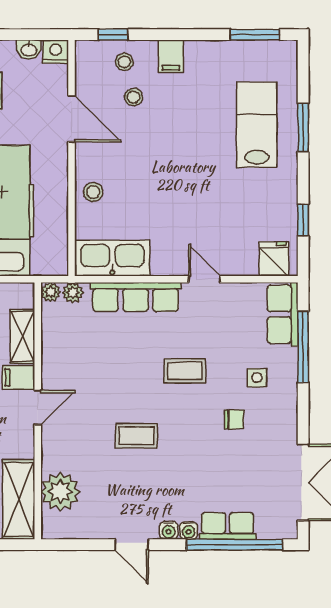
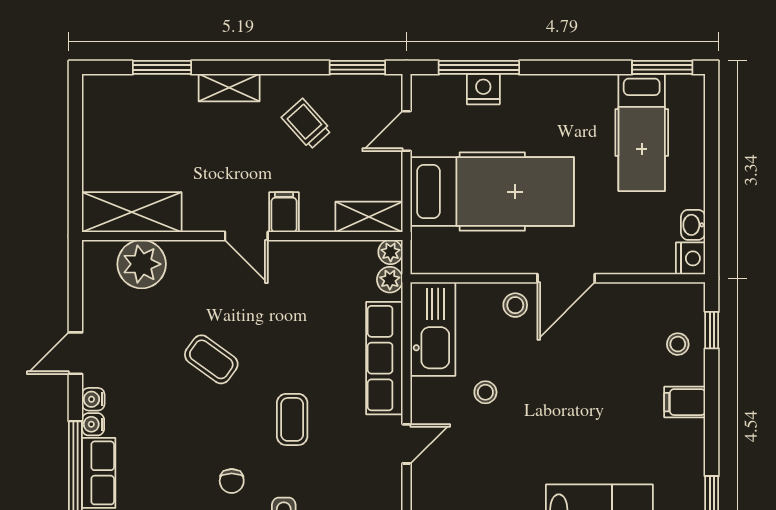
stool: (134, 97) -> (485, 392), moved
door: (72, 119) -> (566, 278), moved
shelving: (22, 336) -> (369, 217), moved
coffee table: (137, 436) -> (211, 359), turned -54

